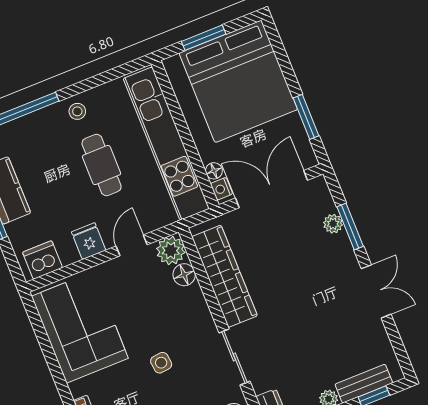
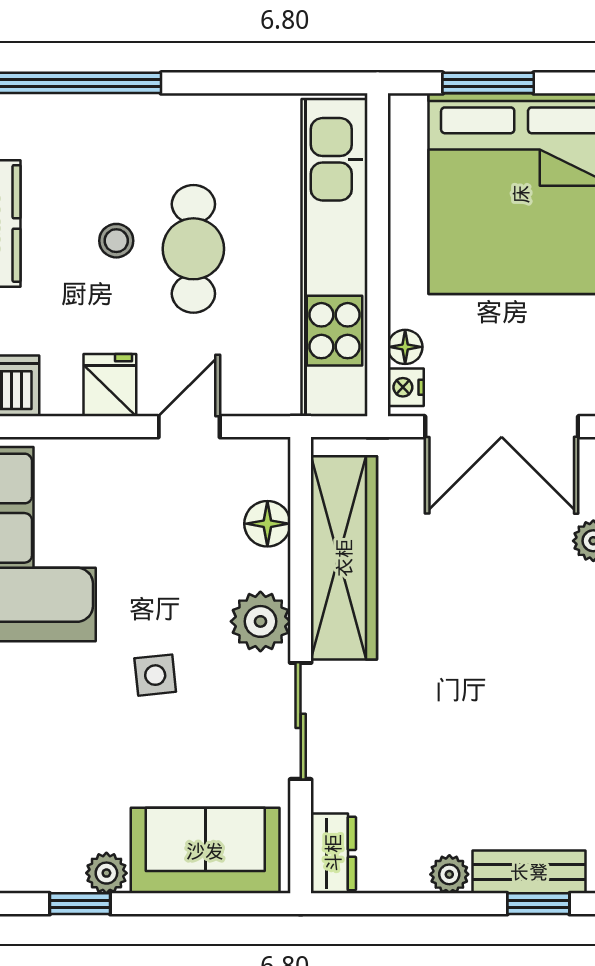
stool: (77, 111) -> (116, 241), moved
double door: (271, 189) -> (502, 427), swing flipped
plant: (171, 250) -> (260, 621), moved

